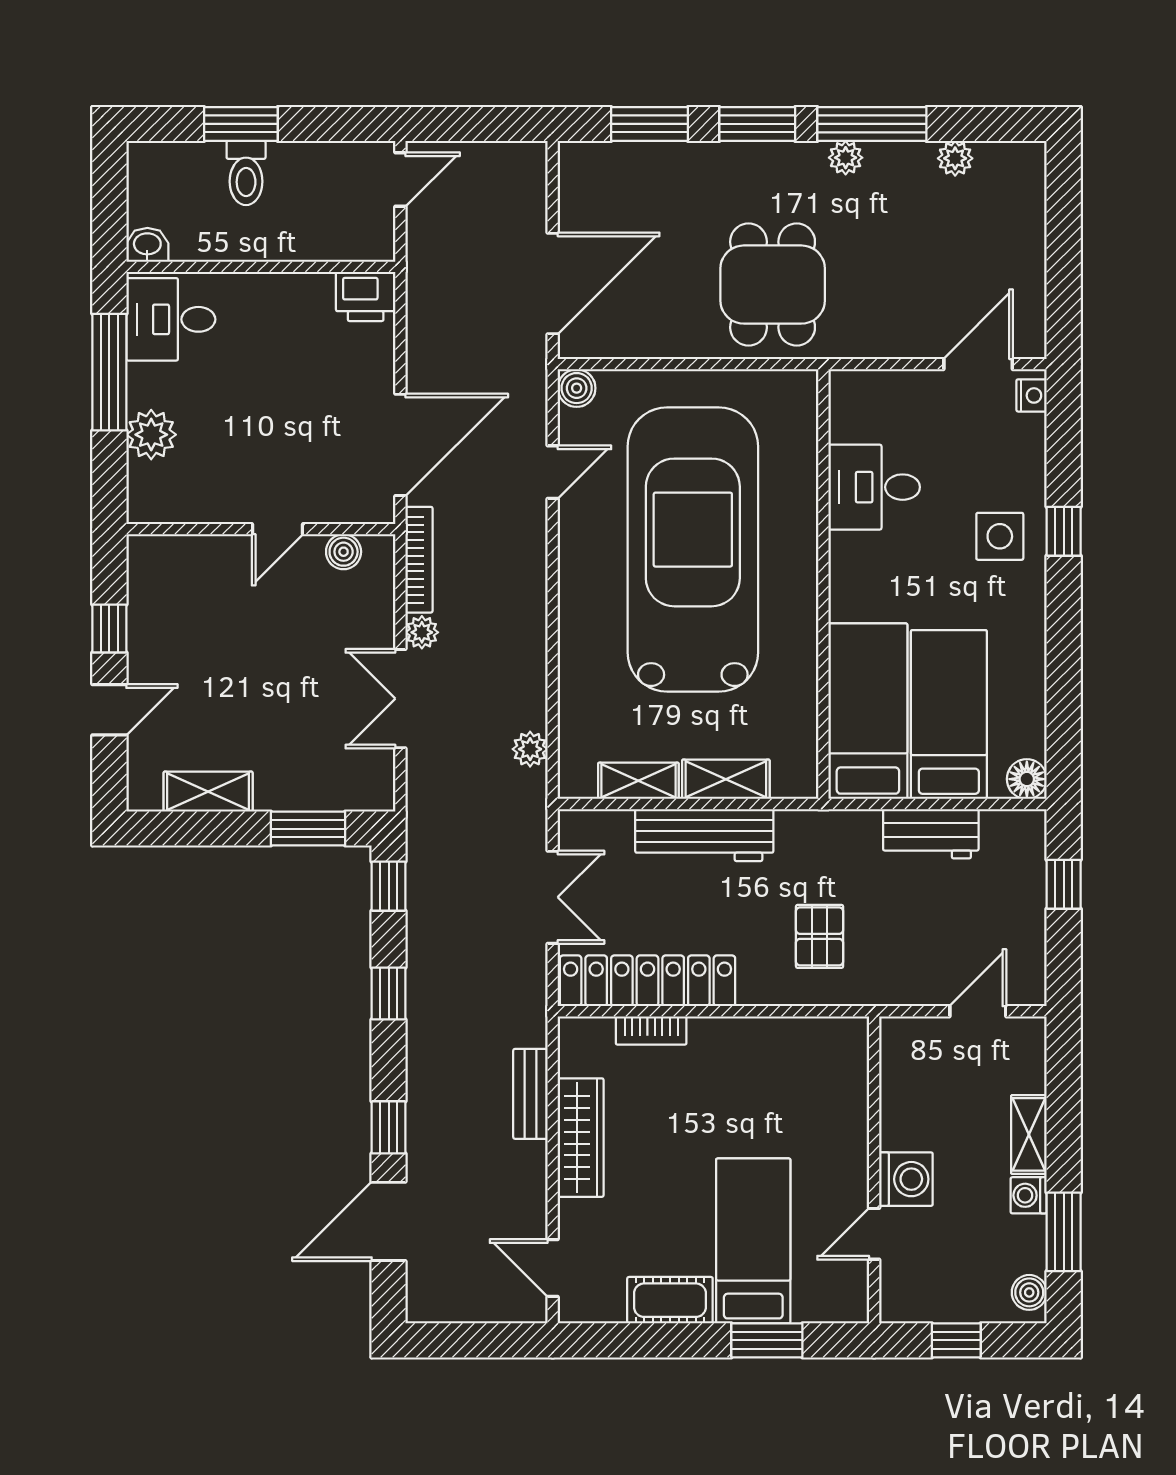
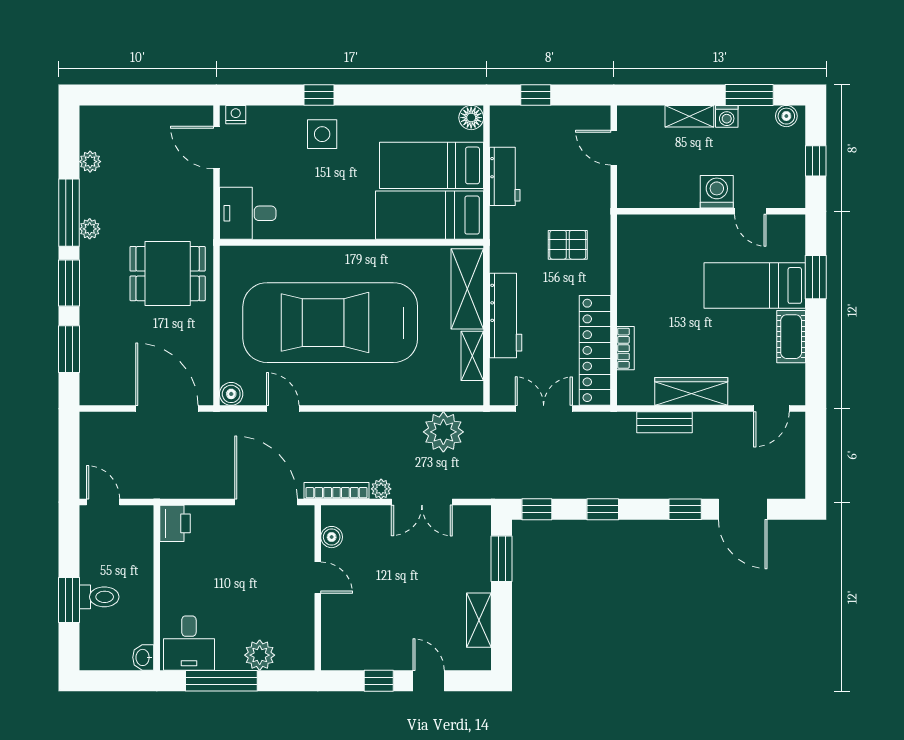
desk: (874, 487) -> (248, 213), moved, turned 90
plant: (530, 749) -> (443, 432), width x1.88, depth x1.88
shelving: (726, 779) -> (467, 289), width x1.50, depth x1.33

